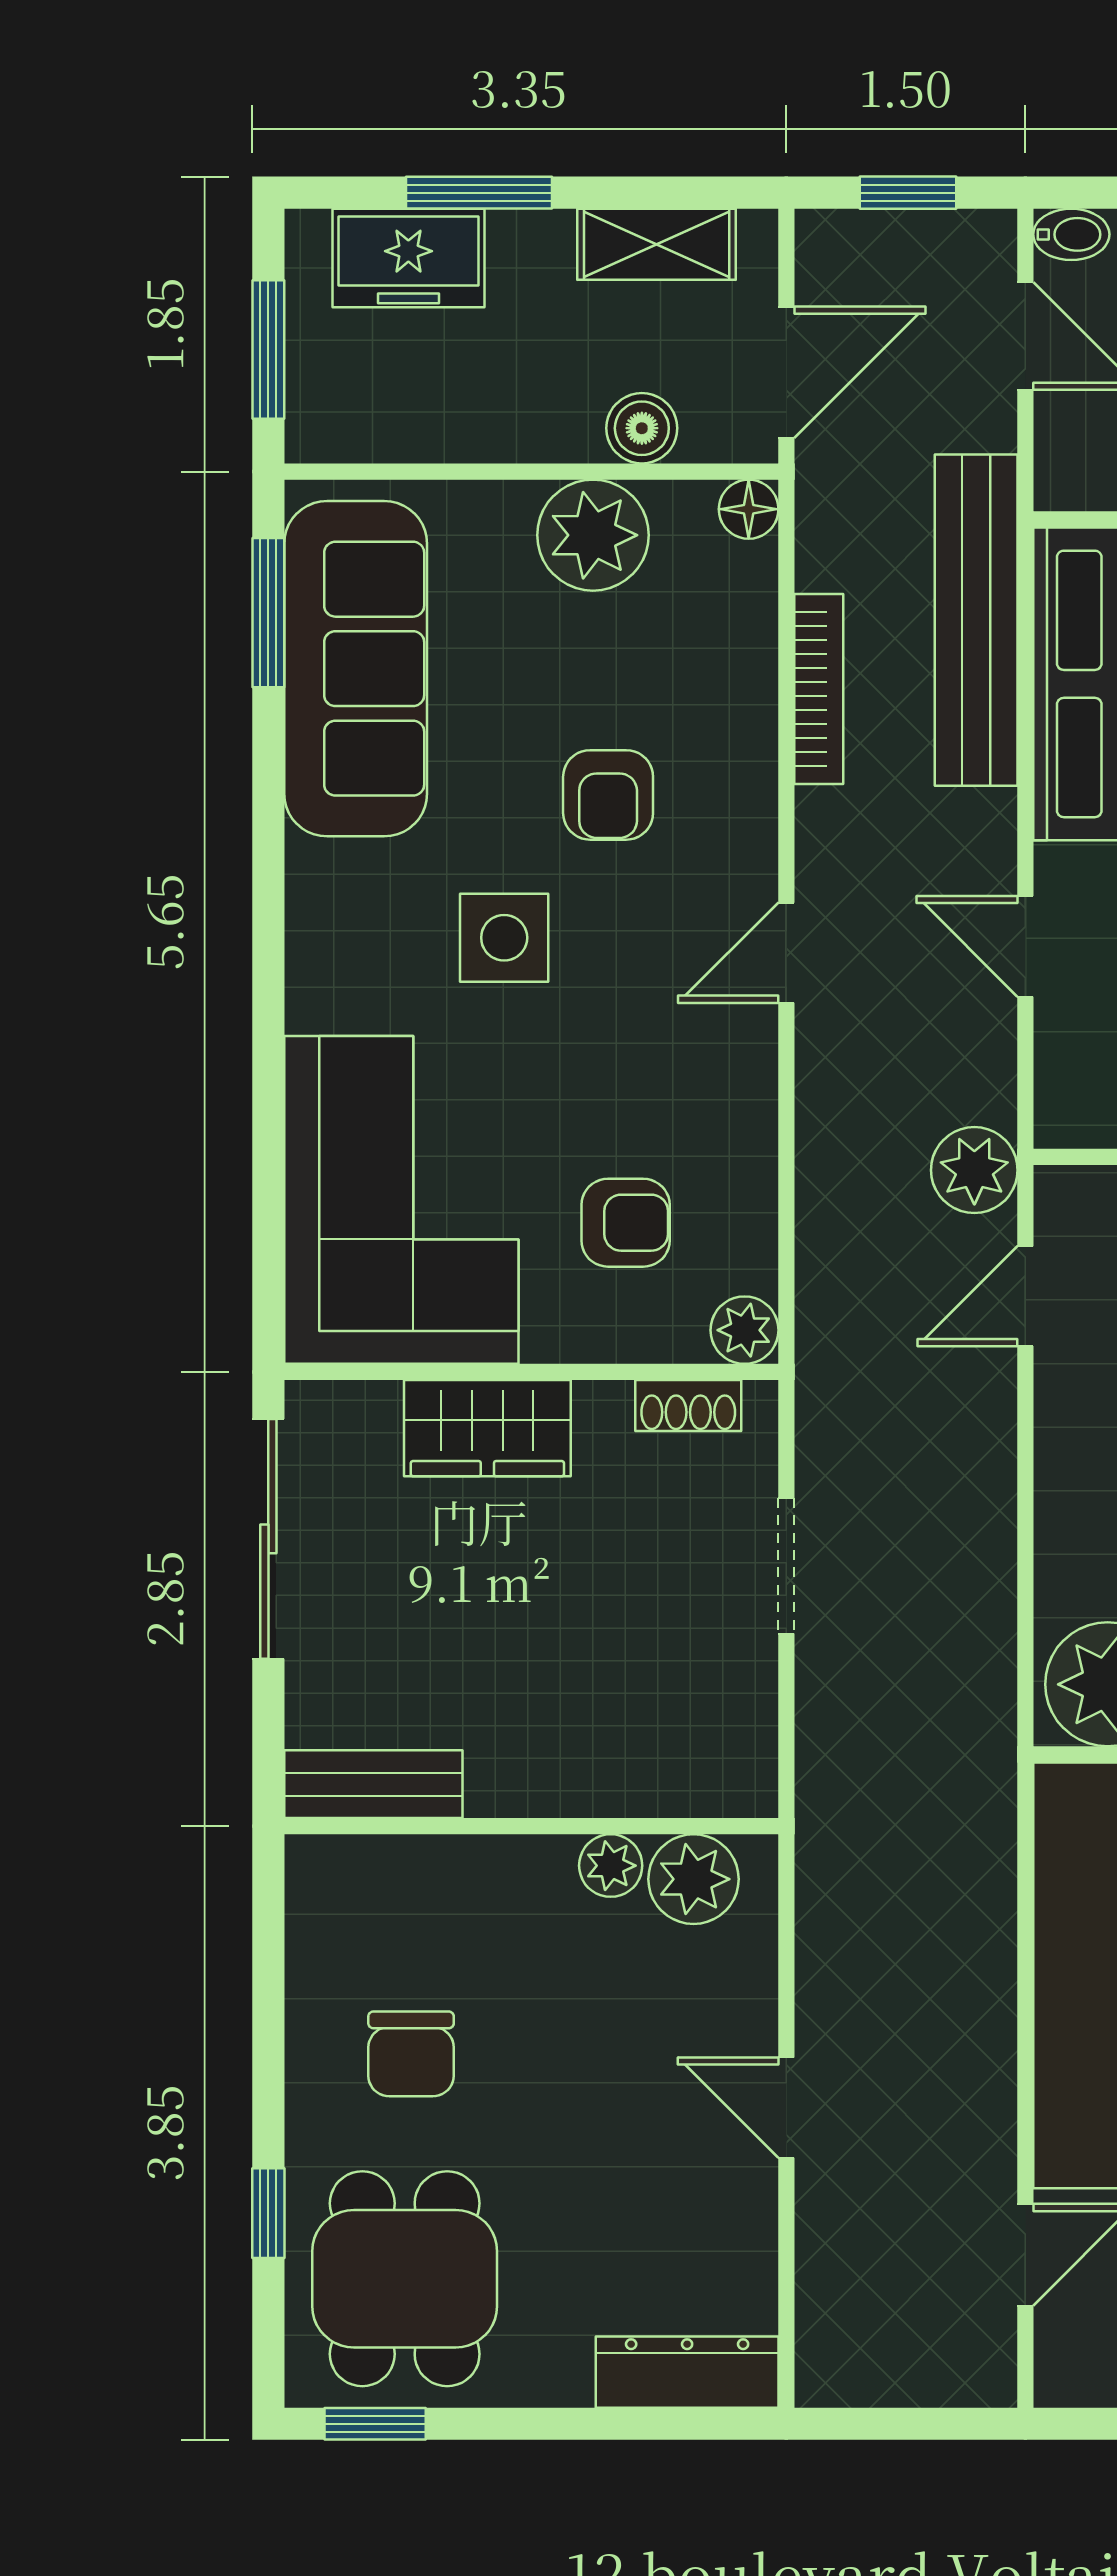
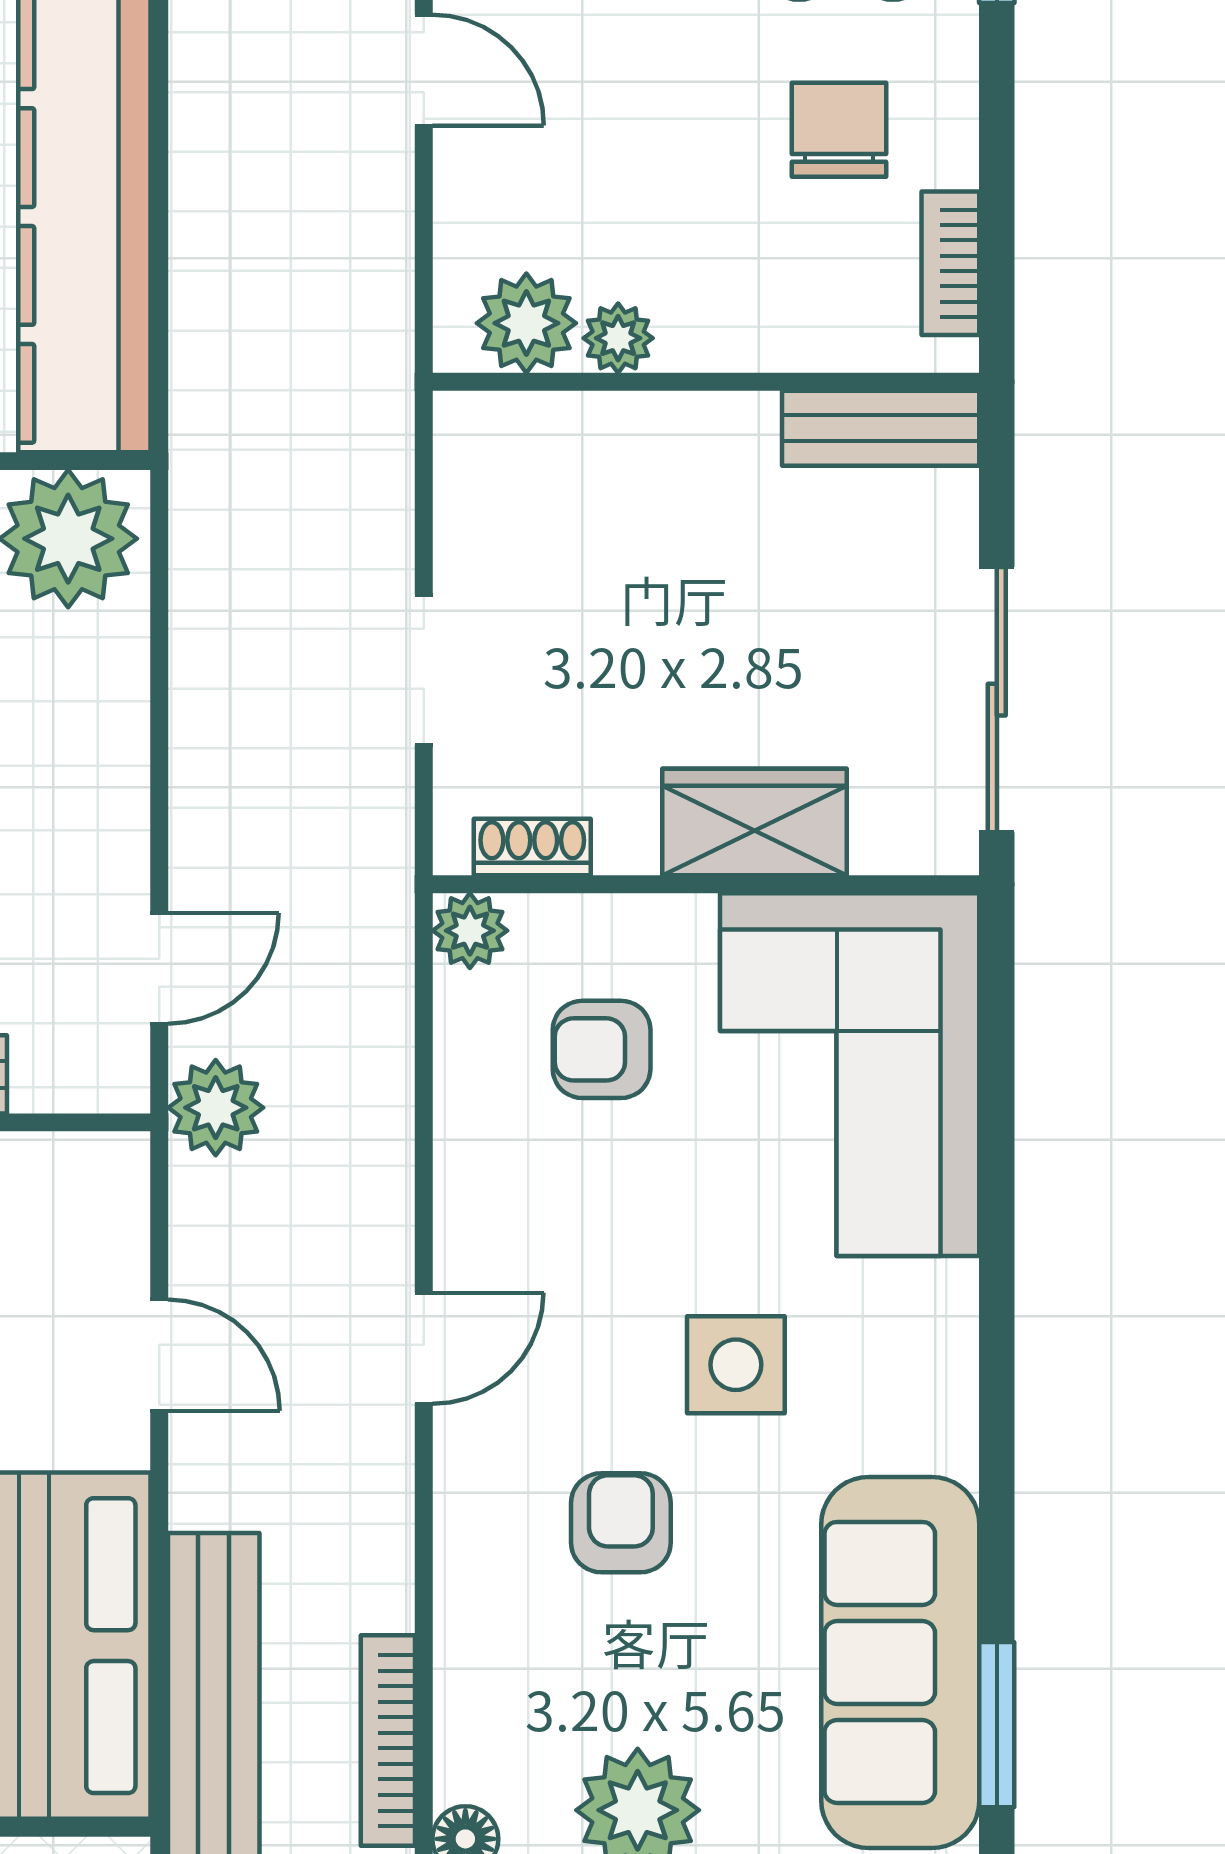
bookcase: (819, 689) -> (388, 1741), moved
bookcase: (310, 1933) -> (950, 263), added

